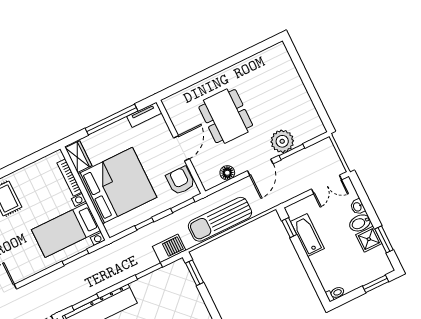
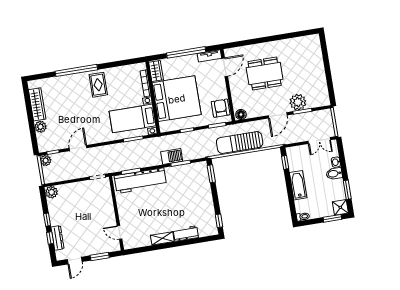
dining table: (226, 116) -> (265, 73), turned 90
door: (181, 148) -> (225, 67), moved
floor lamp: (227, 173) -> (241, 115), moved
bathtub: (307, 235) -> (298, 185), moved
shower: (369, 239) -> (340, 207), moved
barbecue: (169, 248) -> (172, 156), moved

